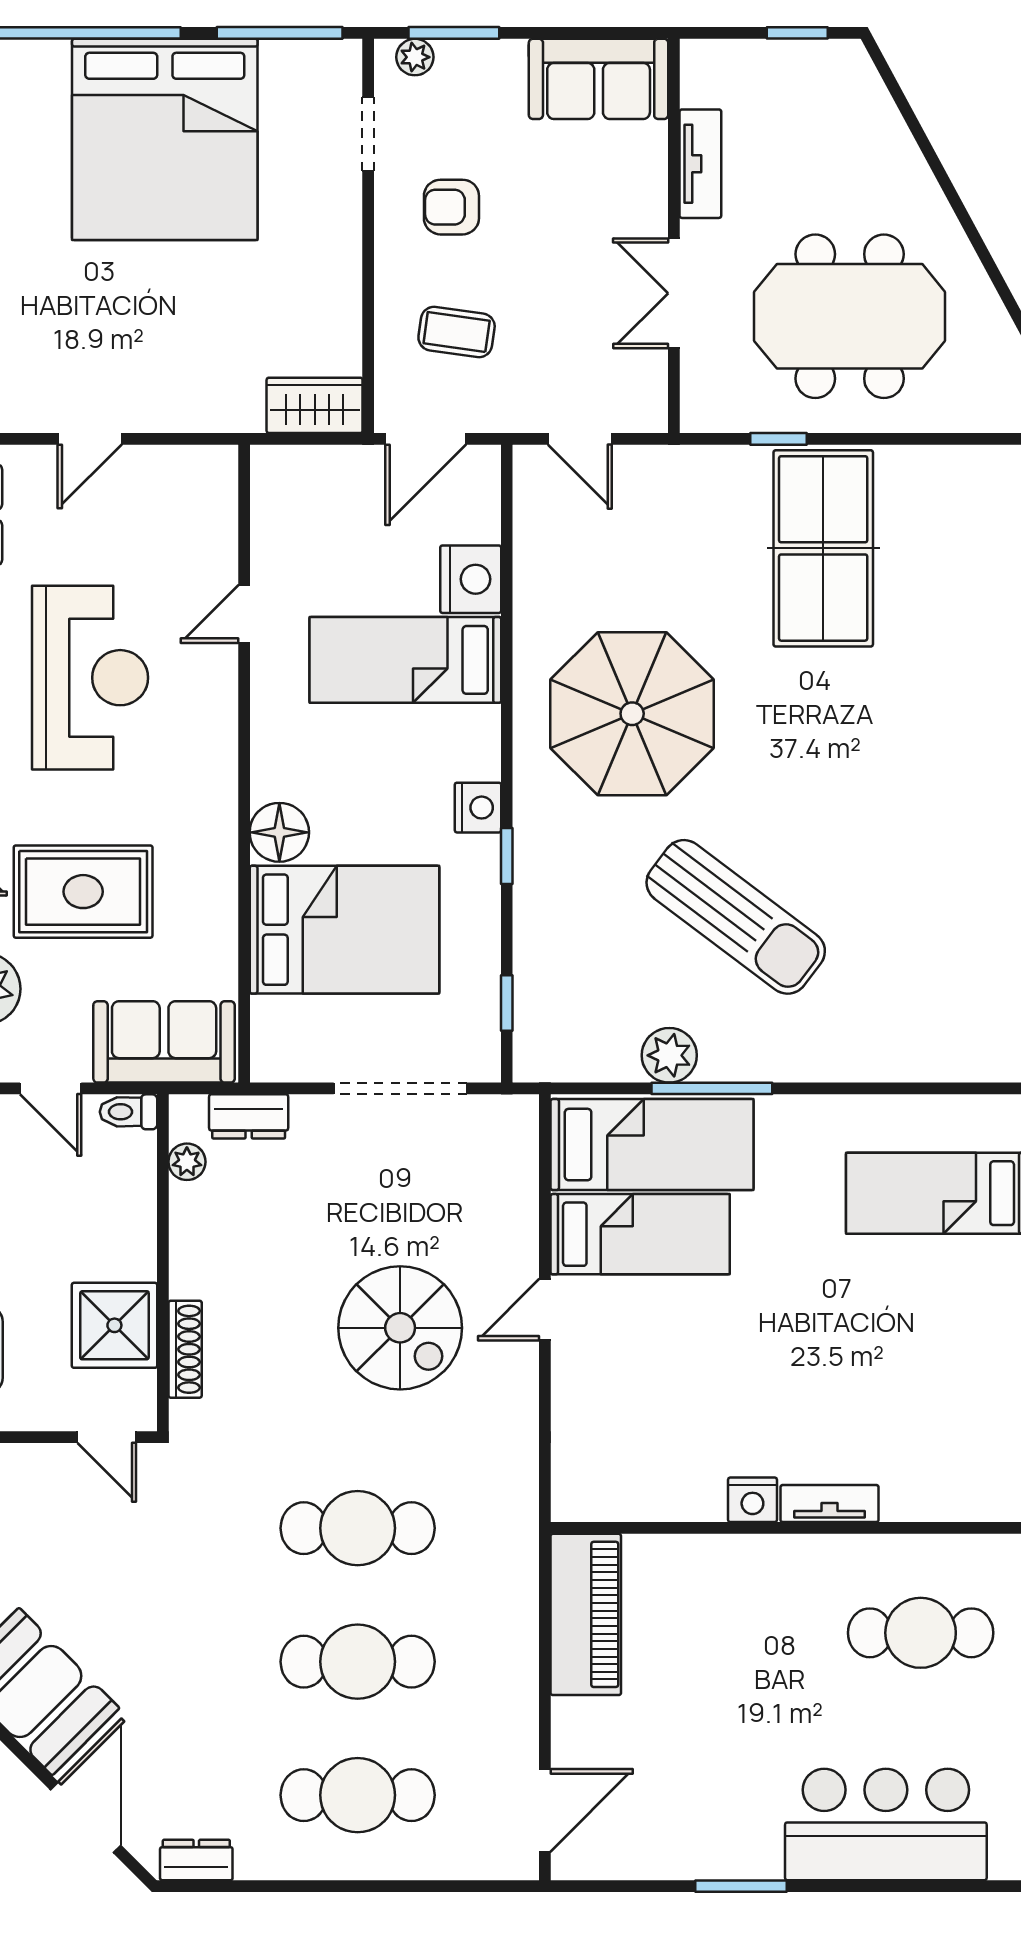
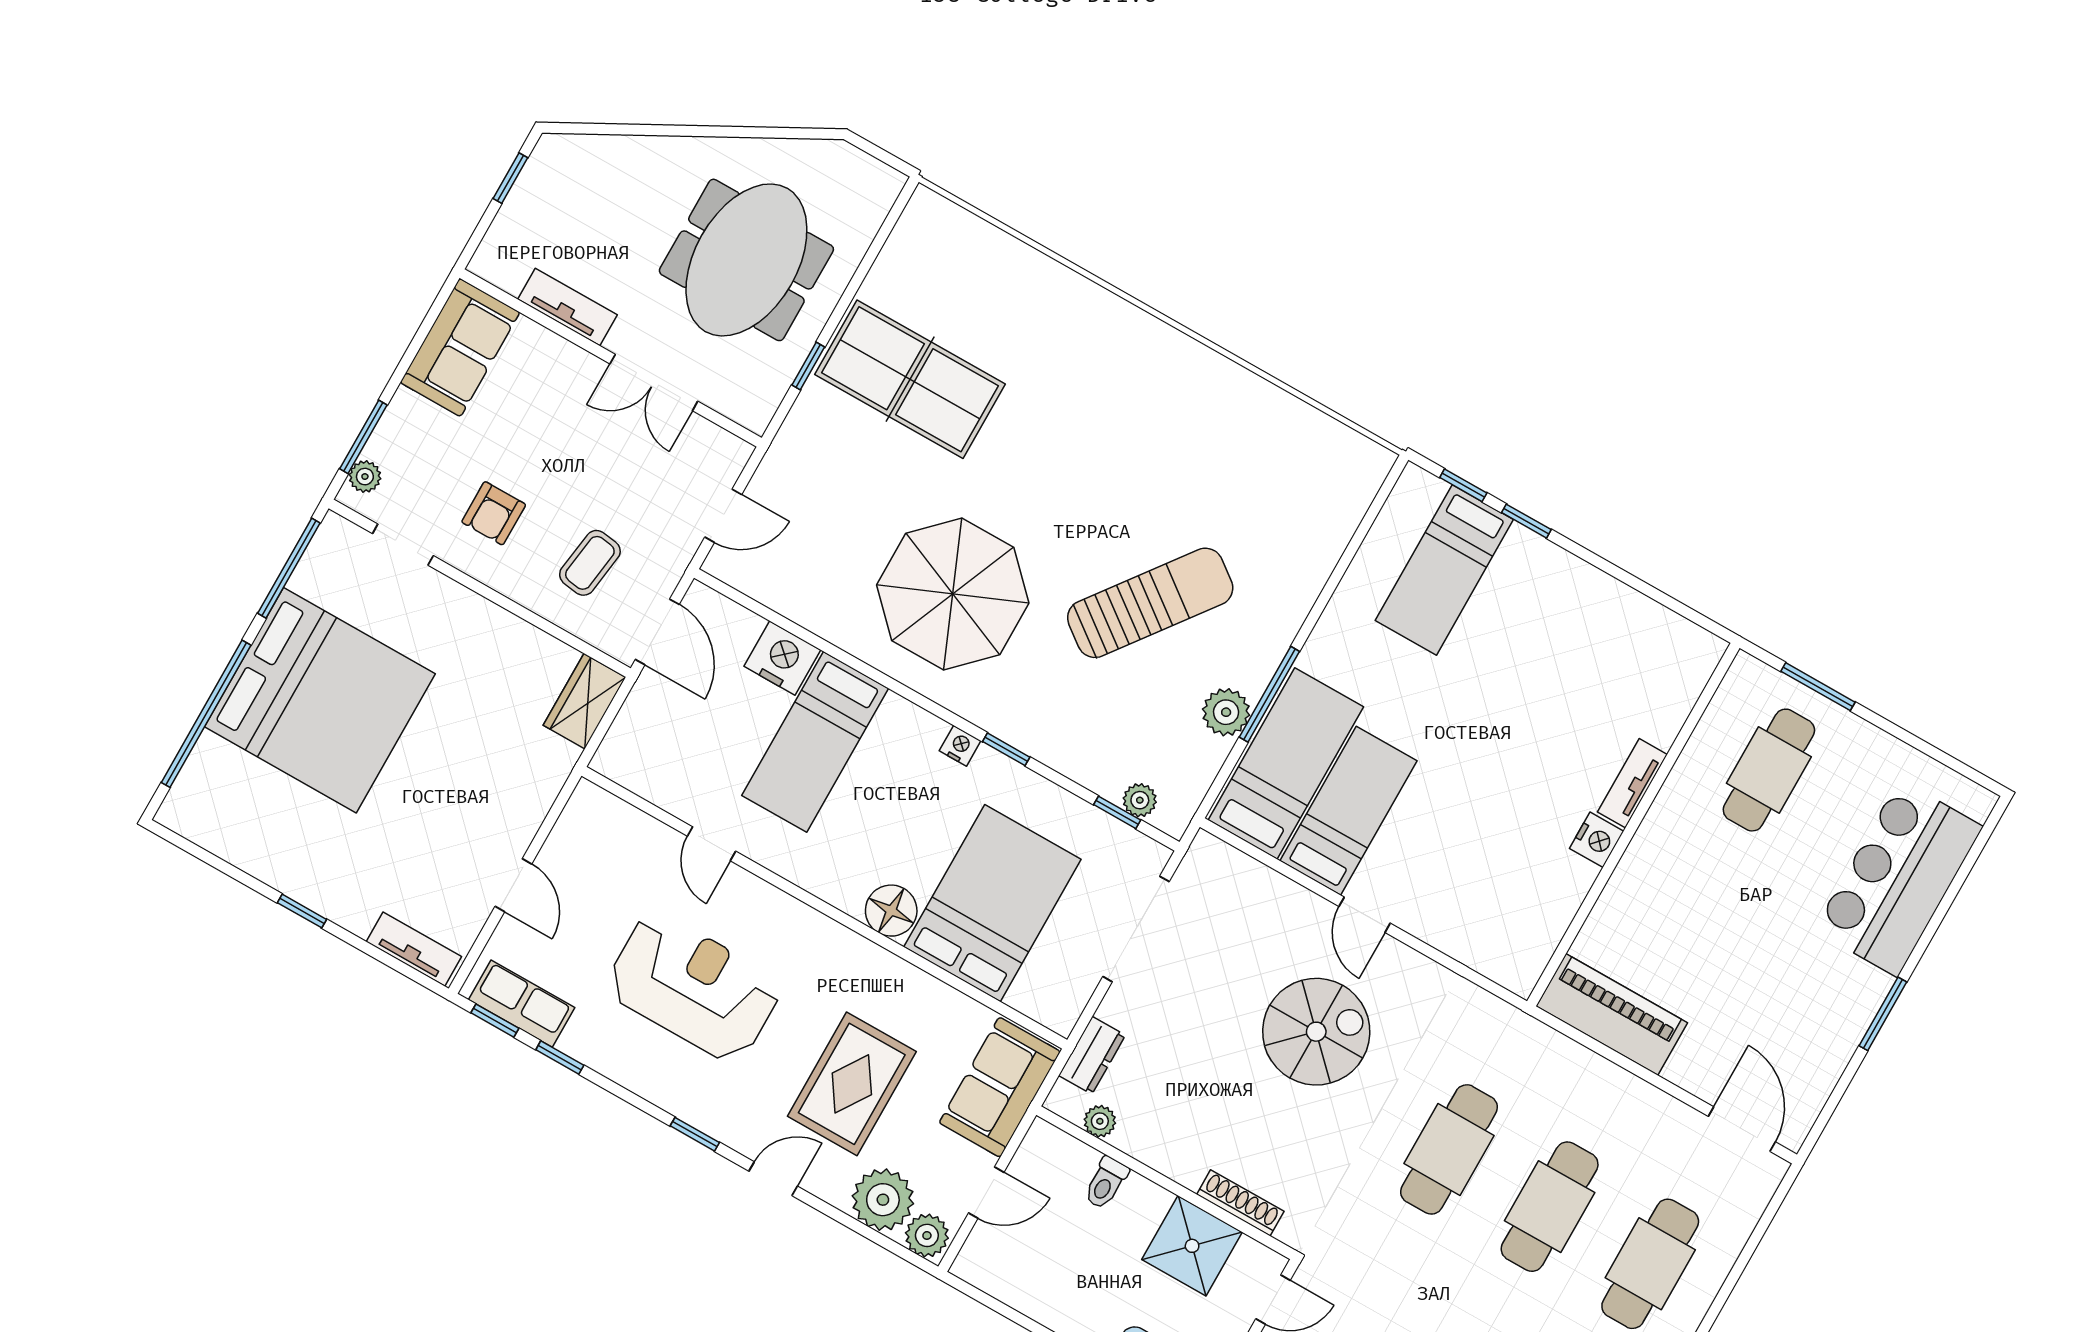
nightstand: (478, 808) -> (960, 746), width x0.72, depth x0.74
plant: (532, 1019) -> (1140, 800), added
toilet: (129, 1112) -> (1106, 1183), moved

